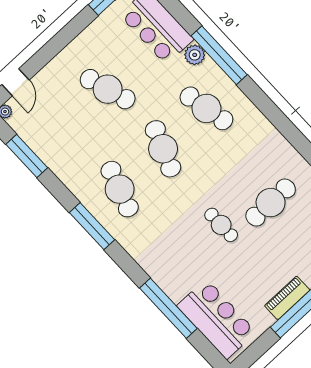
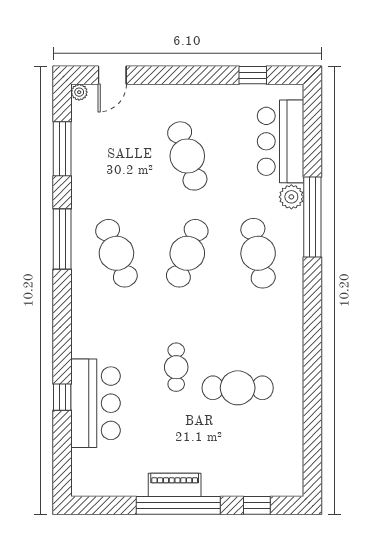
cafe table: (120, 189) -> (116, 253), turned -39
window: (92, 226) -> (62, 239), moved
window: (168, 308) -> (62, 397), width x0.32
bar counter: (216, 319) -> (96, 403), moved

